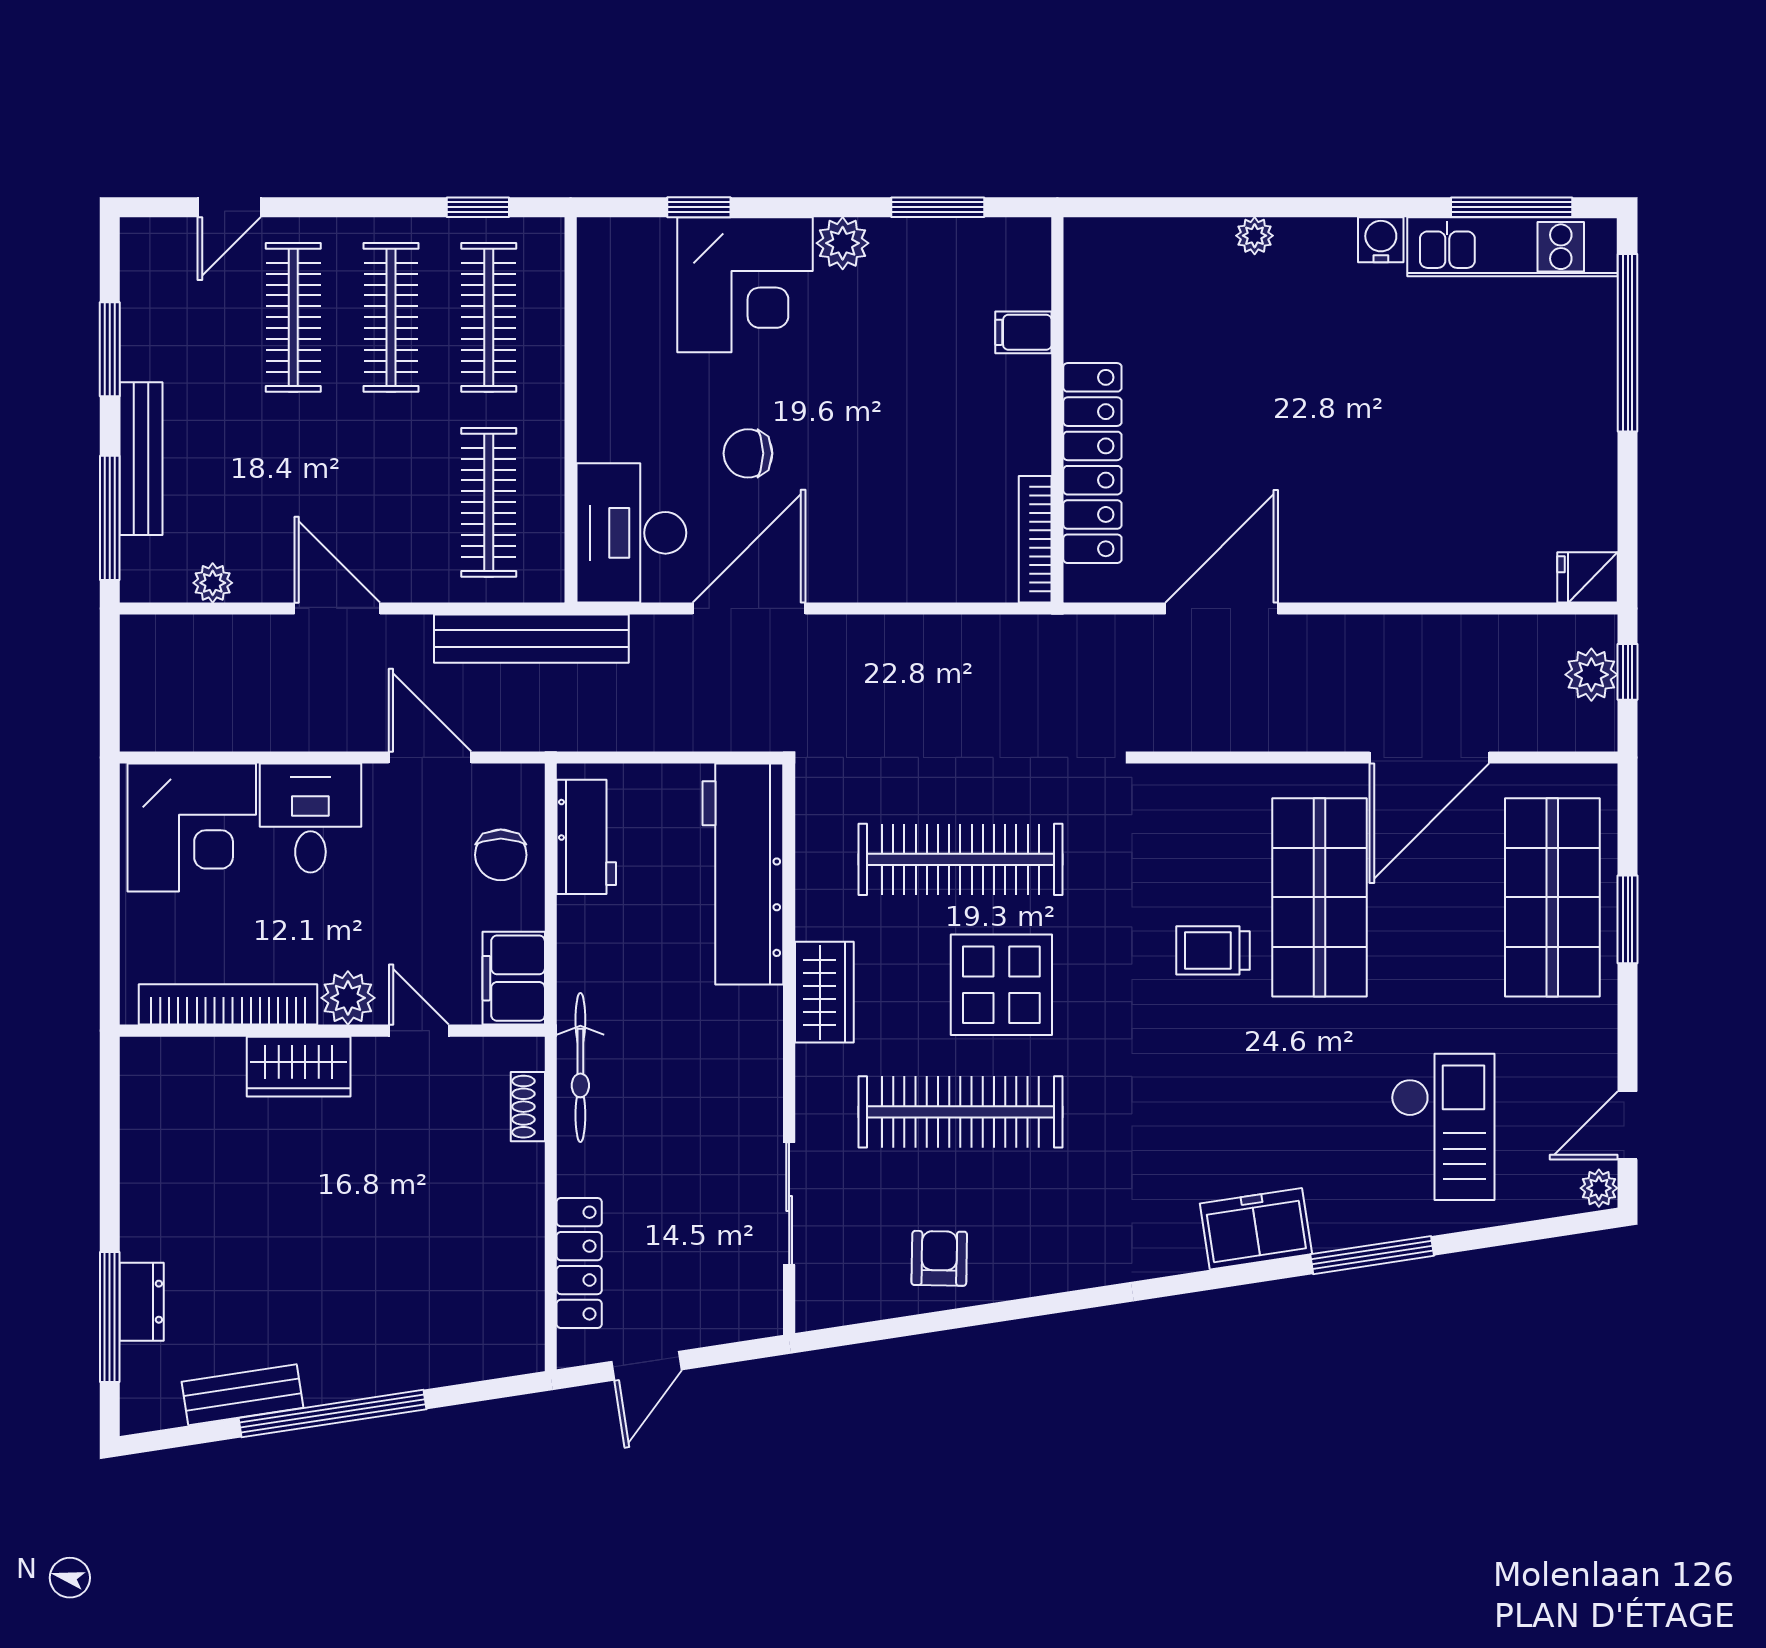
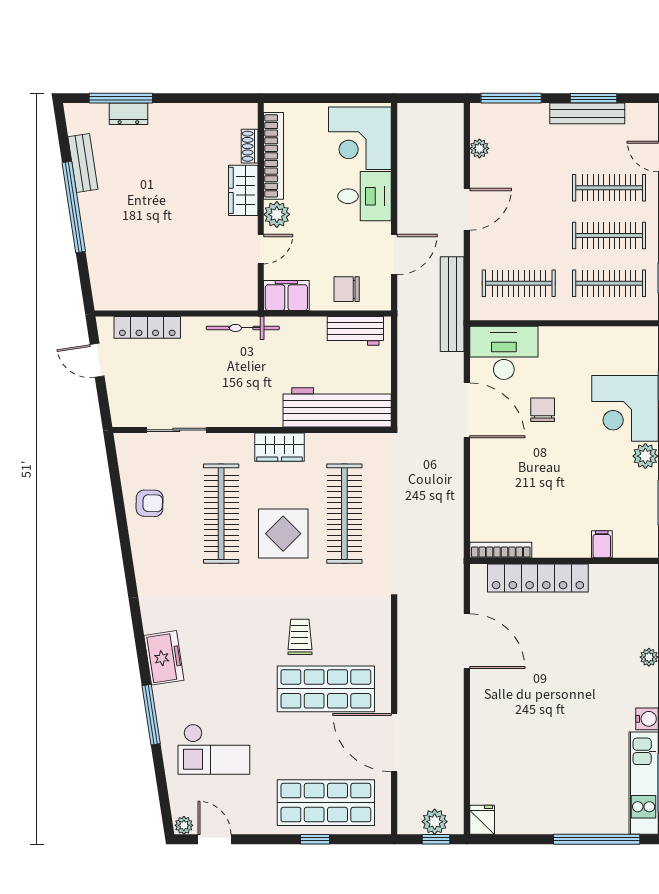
bench: (141, 459) -> (587, 113), moved
window: (1628, 919) -> (315, 839), width x0.67
shoe rack: (528, 1107) -> (250, 146), moved, turned -90

